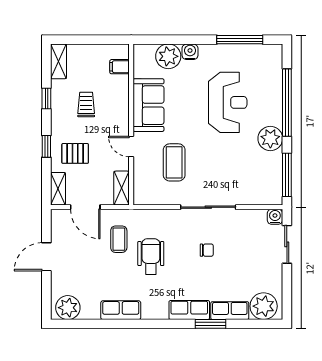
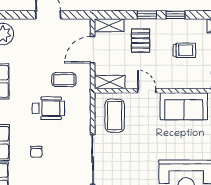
window: (46, 98) -> (175, 15), moved
door: (131, 147) -> (147, 91), hinge flipped
coffee table: (174, 162) -> (115, 116), moved, turned 90
chair: (207, 250) -> (36, 152), moved

